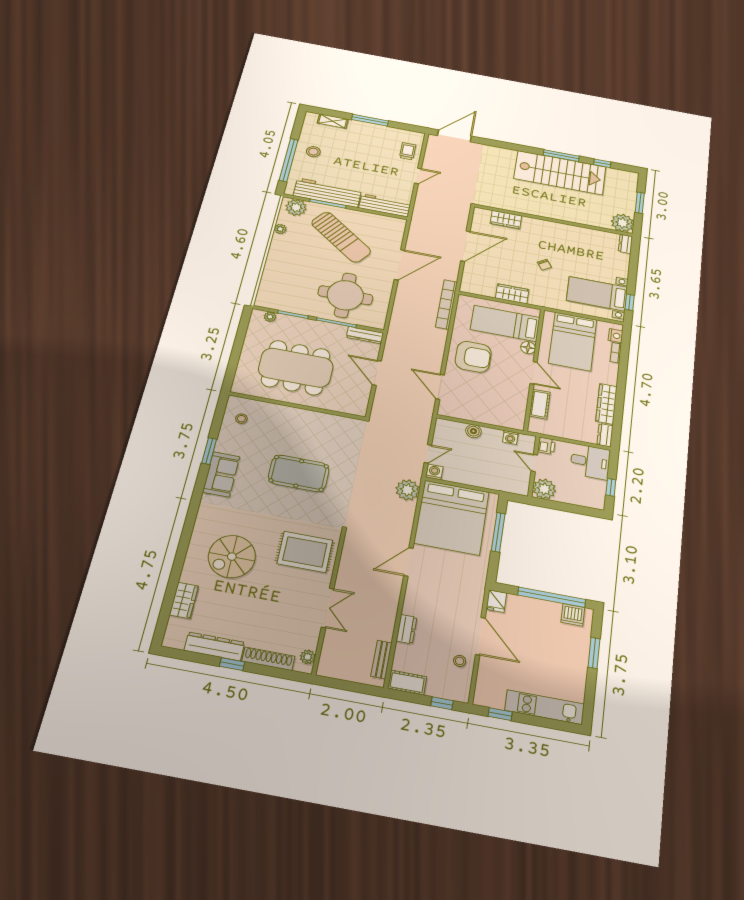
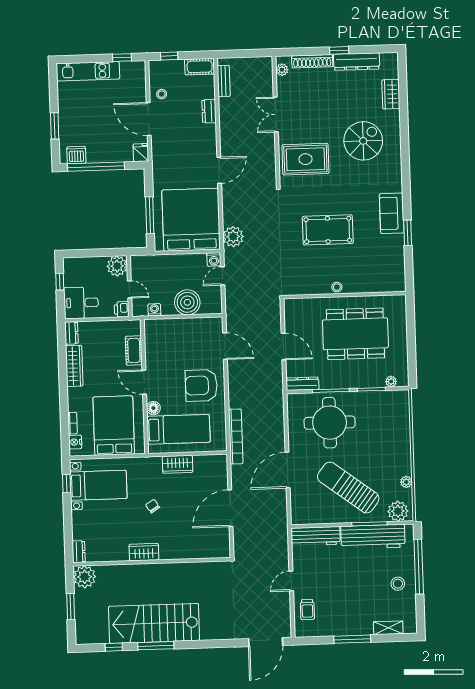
wardrobe: (506, 220) -> (144, 552), moved
stool: (241, 419) -> (337, 287), moved
boiler: (473, 431) -> (187, 302), width x1.86, depth x1.86

